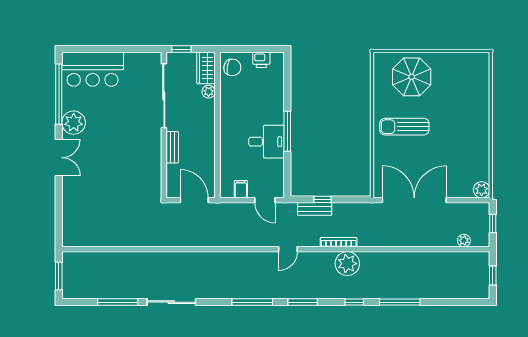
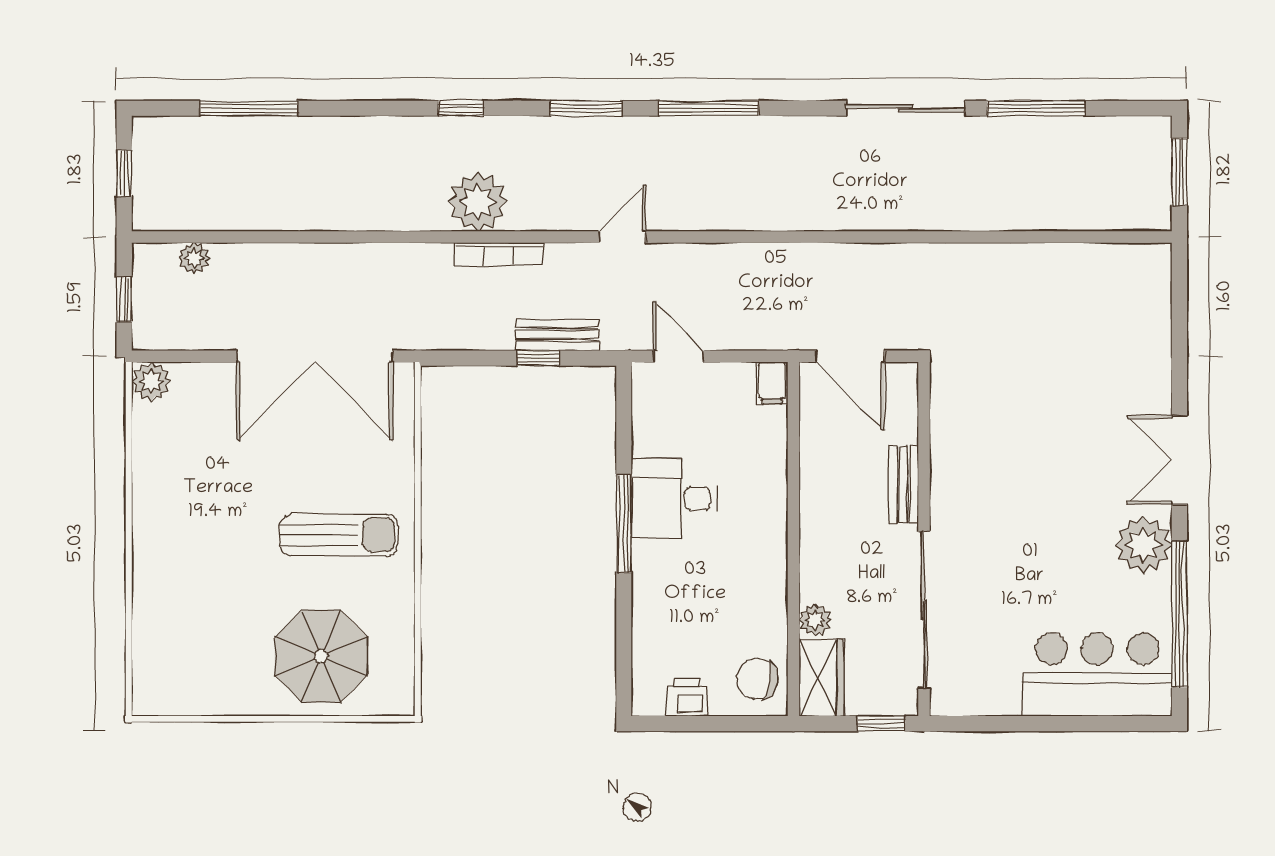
filing cabinet: (241, 189) -> (772, 383), moved
window: (400, 302) -> (249, 108), moved

